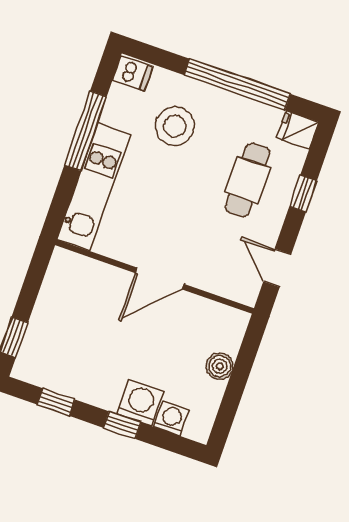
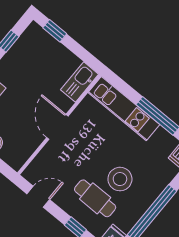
stool: (175, 126) -> (120, 179), moved
kitchen sink: (78, 270) -> (80, 82), added

